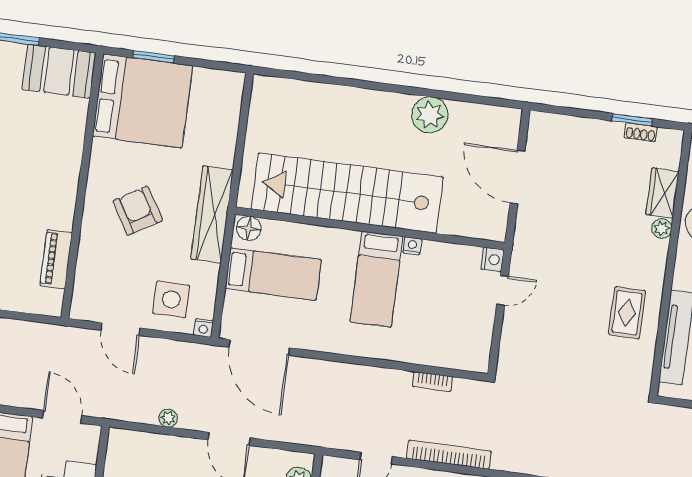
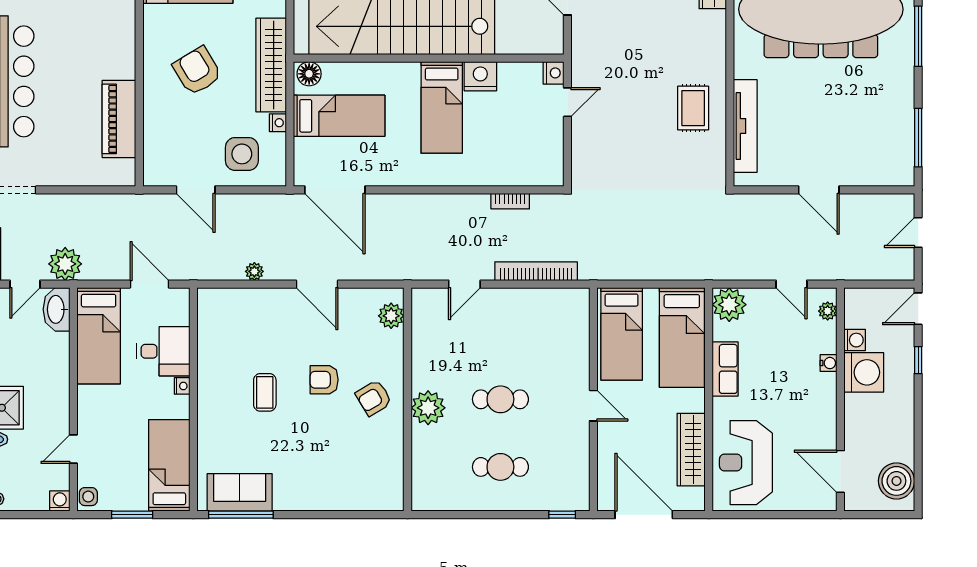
plant: (662, 229) -> (716, 20), removed
nightstand: (412, 246) -> (480, 76), width x1.89, depth x1.79
piano: (56, 259) -> (119, 119), width x1.37, depth x1.33
nightstand: (203, 328) -> (278, 123), moved, turned -90

